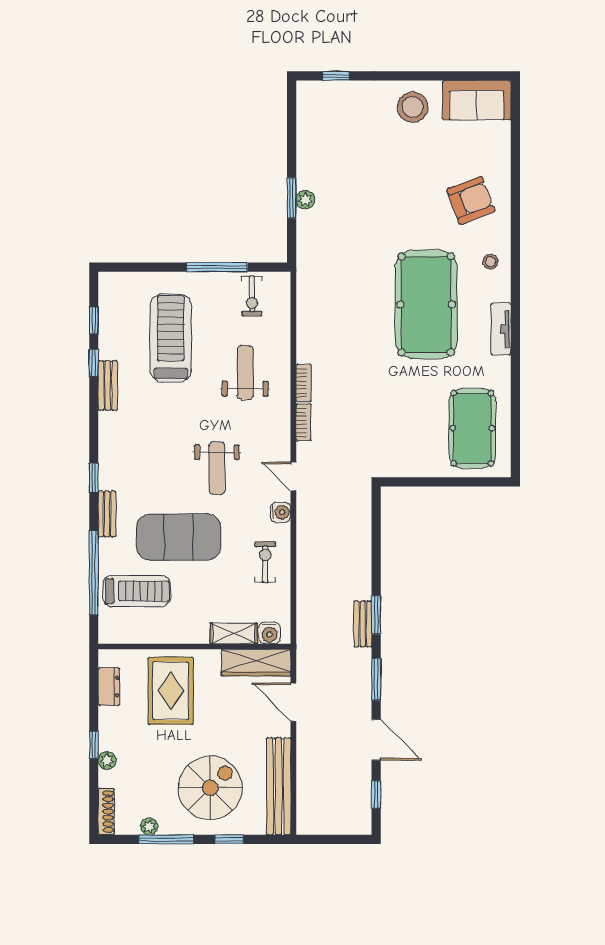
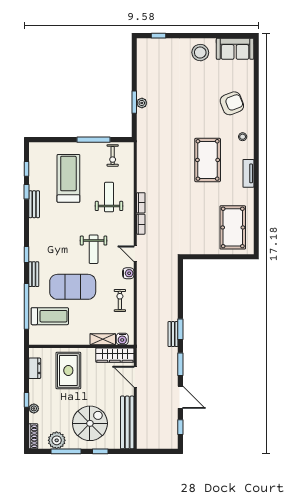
pool table: (426, 304) -> (208, 160), width x0.73, depth x0.76
plant: (149, 826) -> (57, 440), width x1.87, depth x1.87

